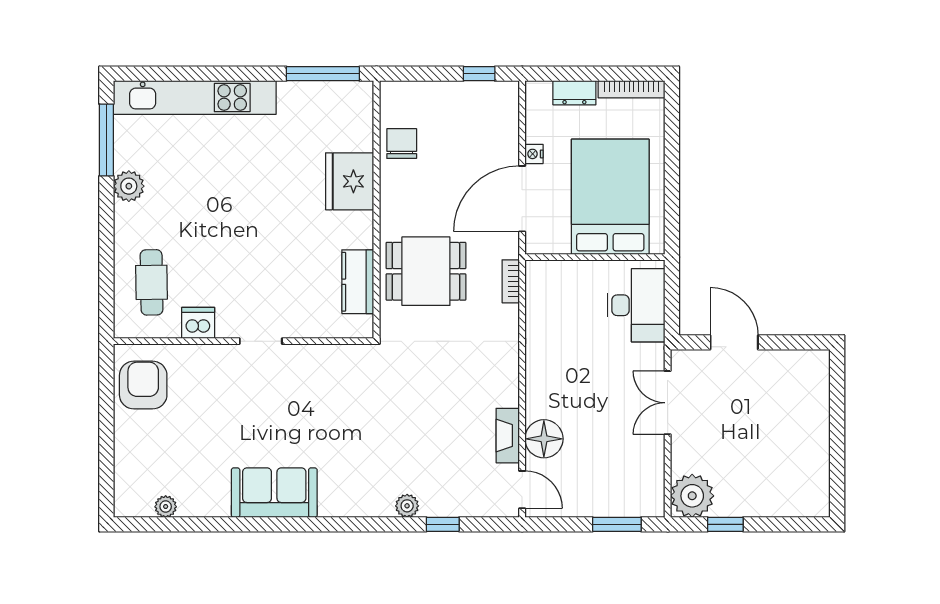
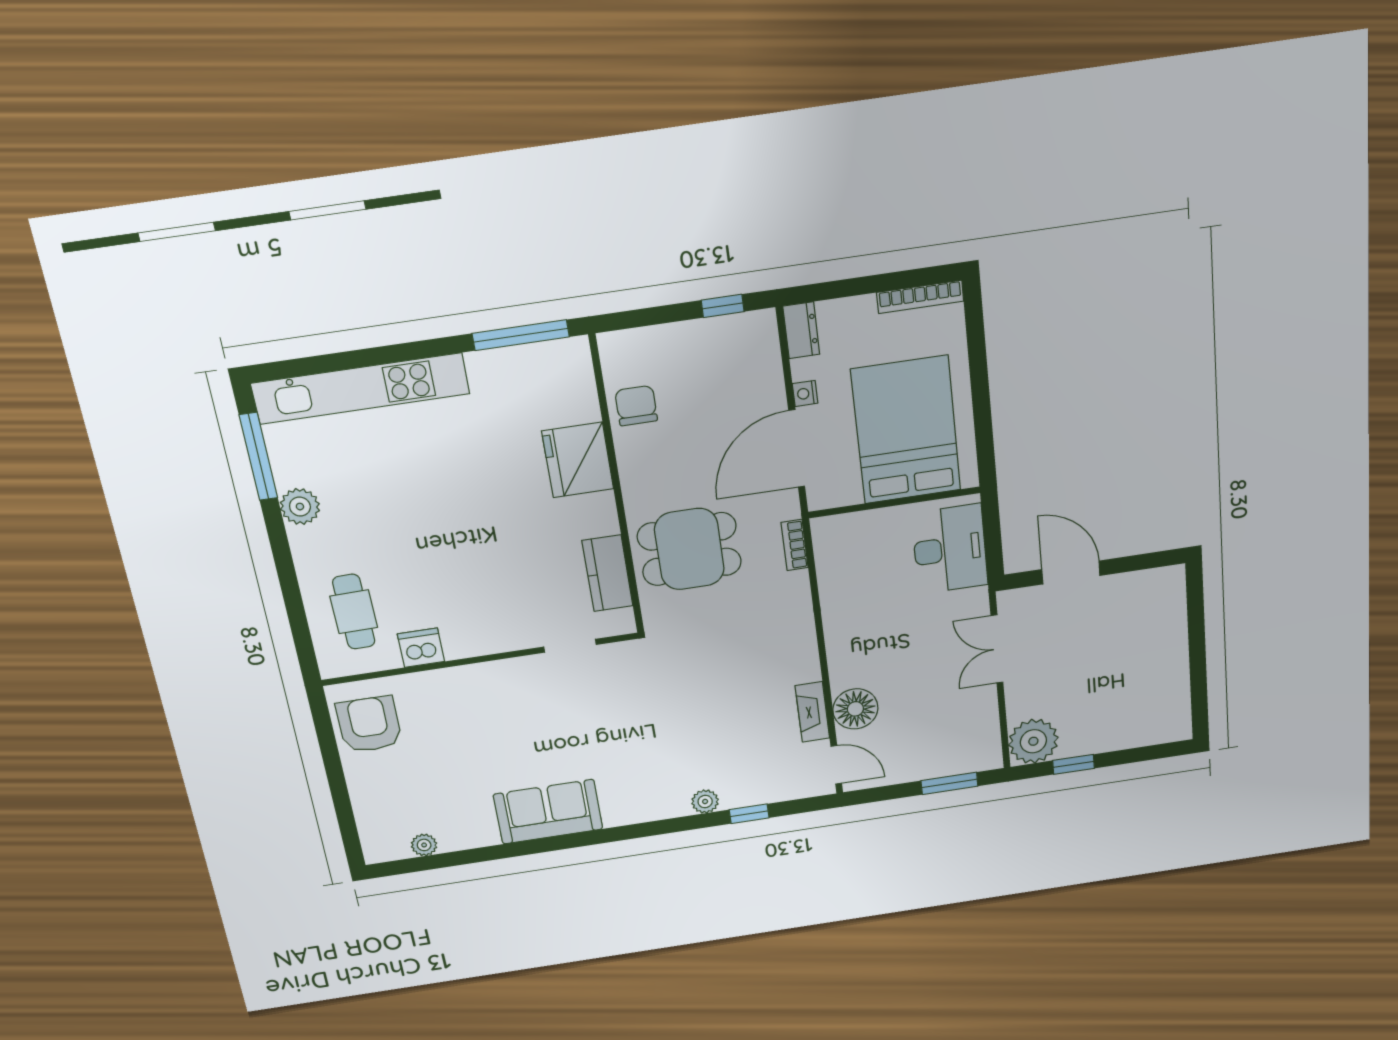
dresser: (574, 93) -> (801, 330), moved, turned -90
doorway: (261, 341) -> (570, 646), moved

